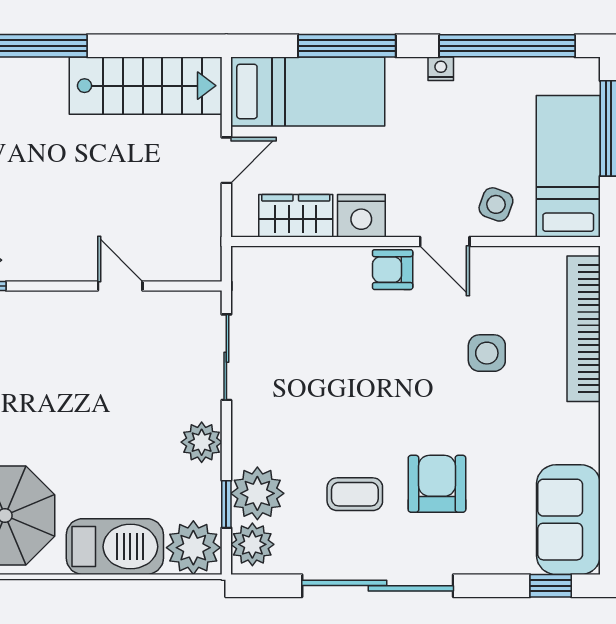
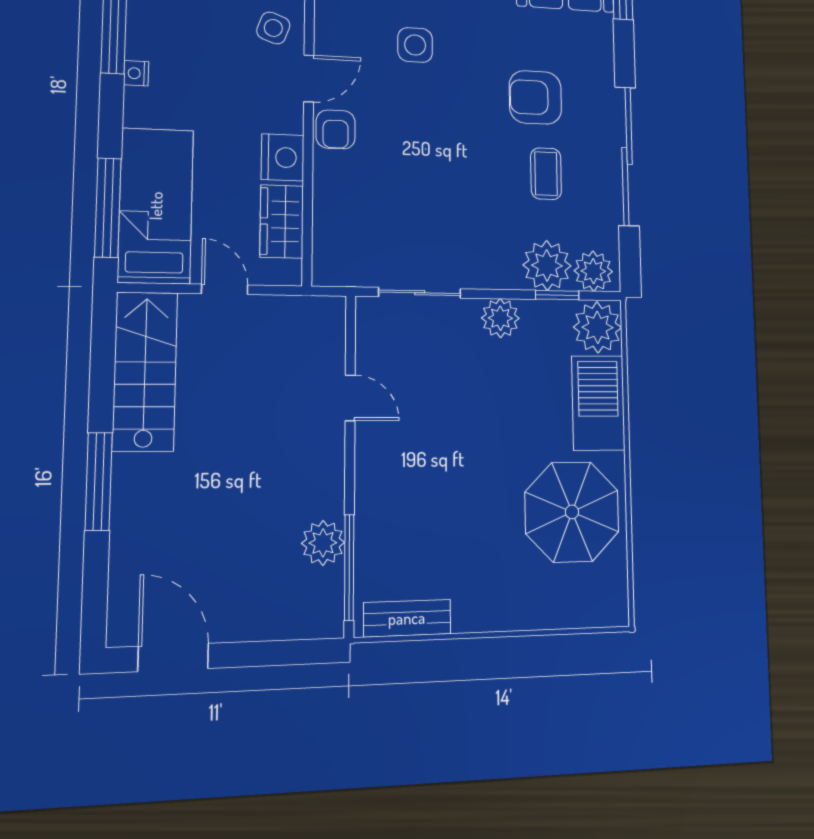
window: (347, 46) -> (108, 208), moved
door: (120, 286) -> (350, 398), swing flipped

